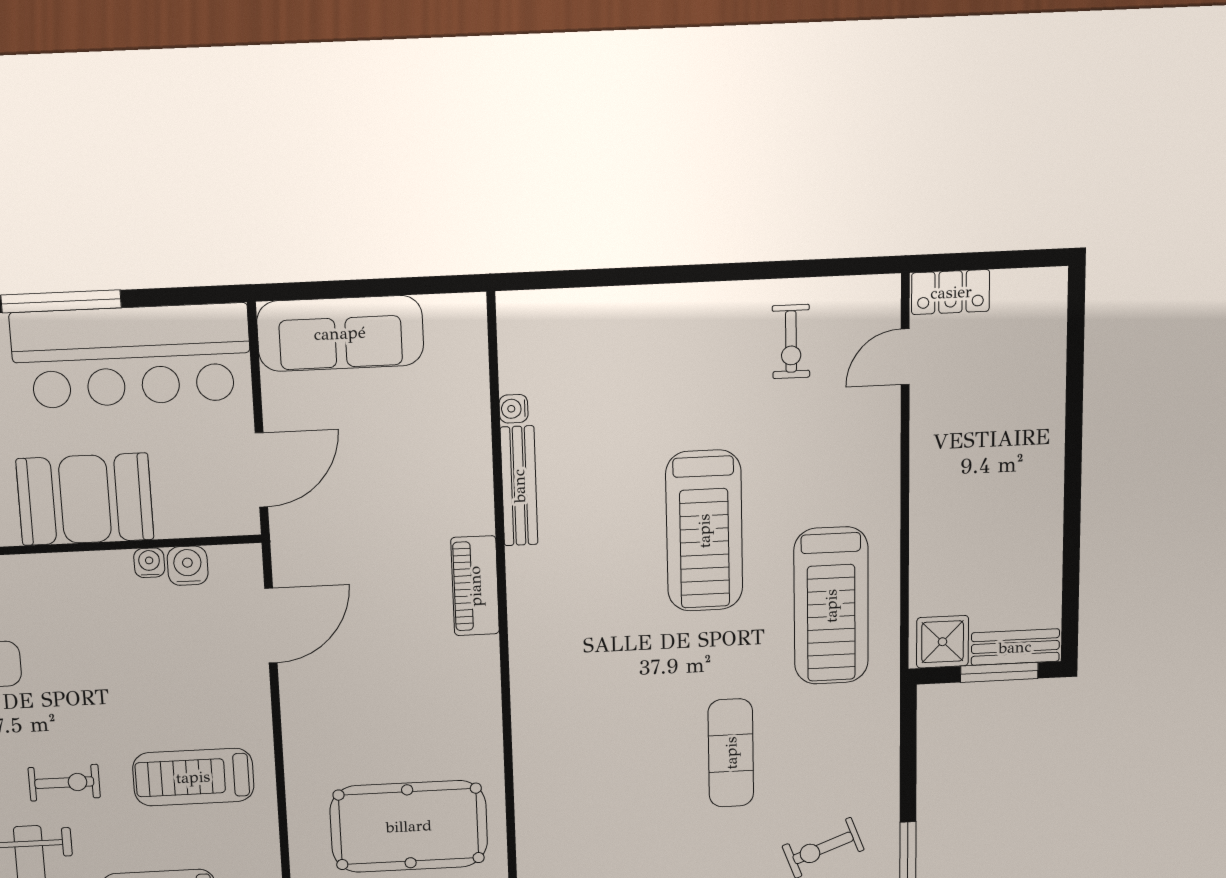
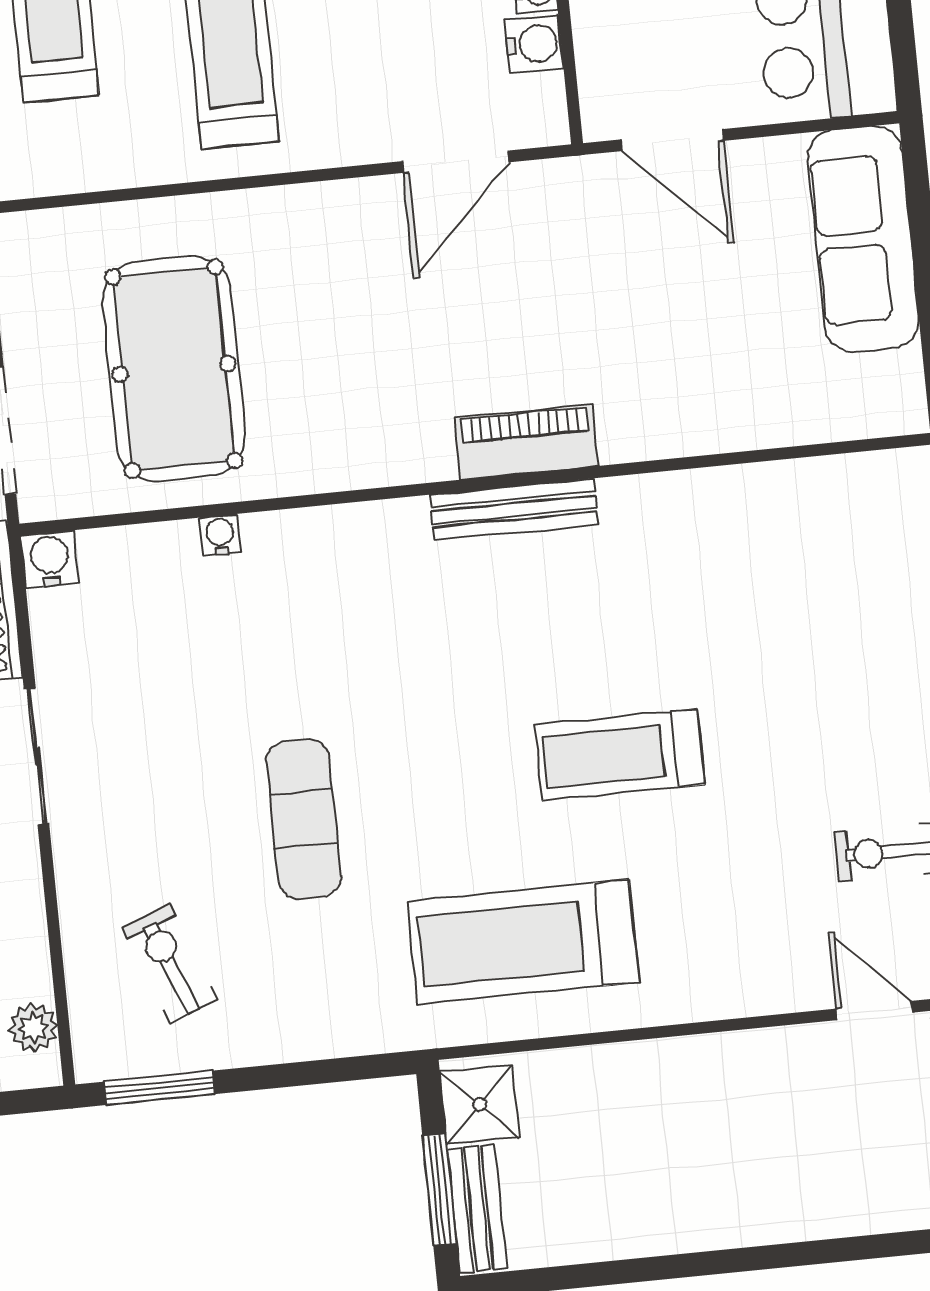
water cooler: (514, 409) -> (220, 535), moved
bench: (519, 486) -> (514, 509), moved
treadmill: (704, 531) -> (620, 755), width x0.73, depth x0.73
door: (271, 626) -> (455, 162), hinge flipped
exercise mat: (731, 753) -> (304, 819), turned 90

